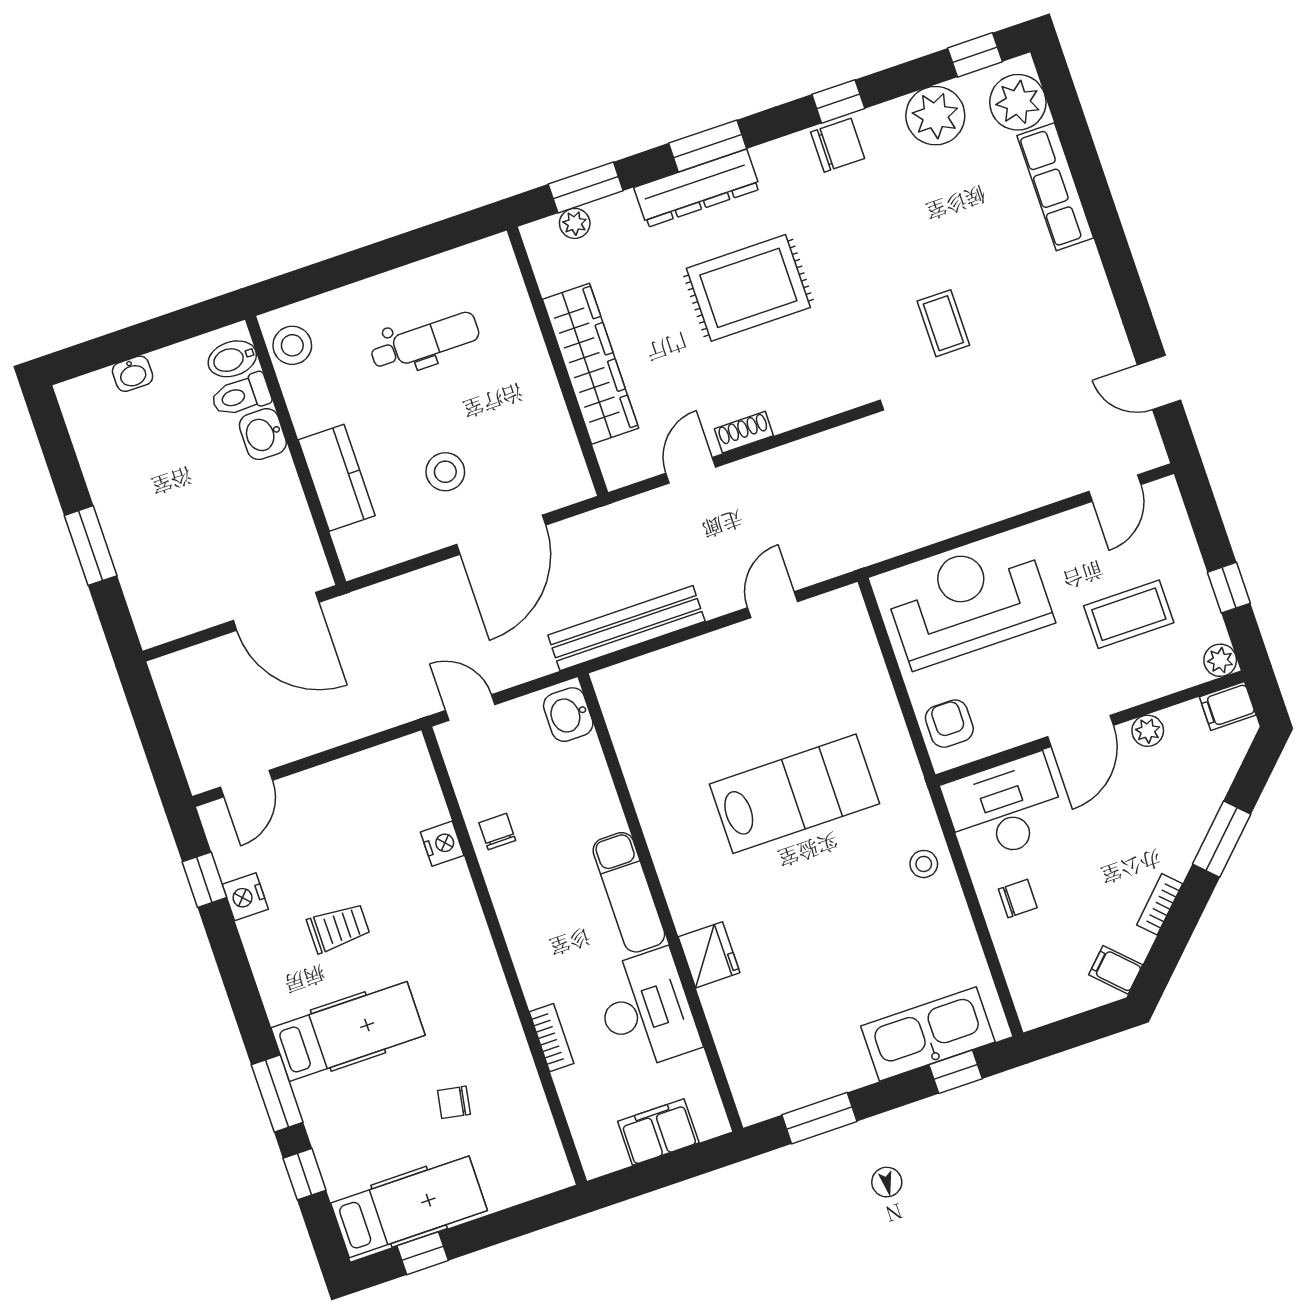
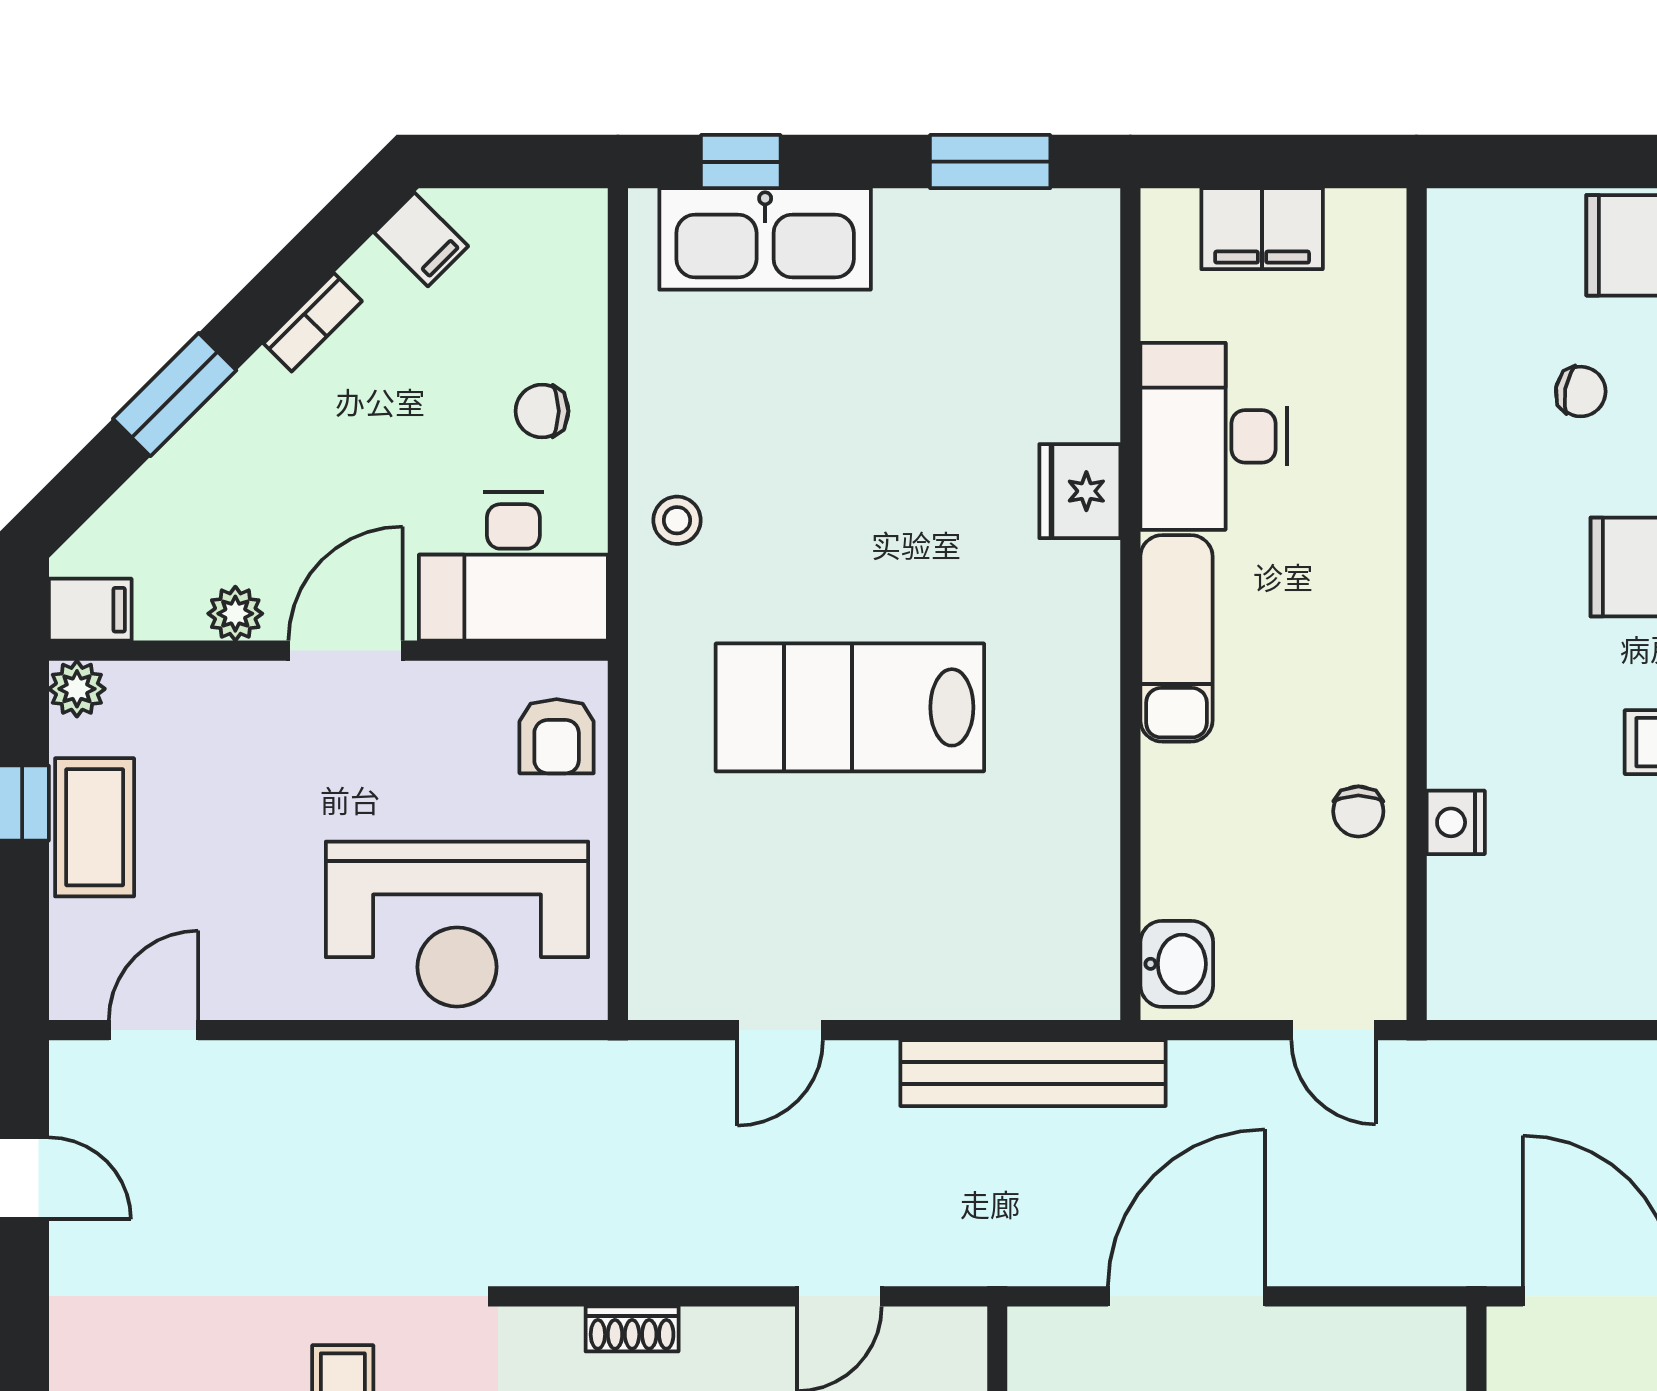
shoe rack: (744, 432) -> (632, 1329), moved
coffee table: (1129, 614) -> (95, 827), moved, turned 90
bookcase: (552, 1038) -> (1385, 443), removed

